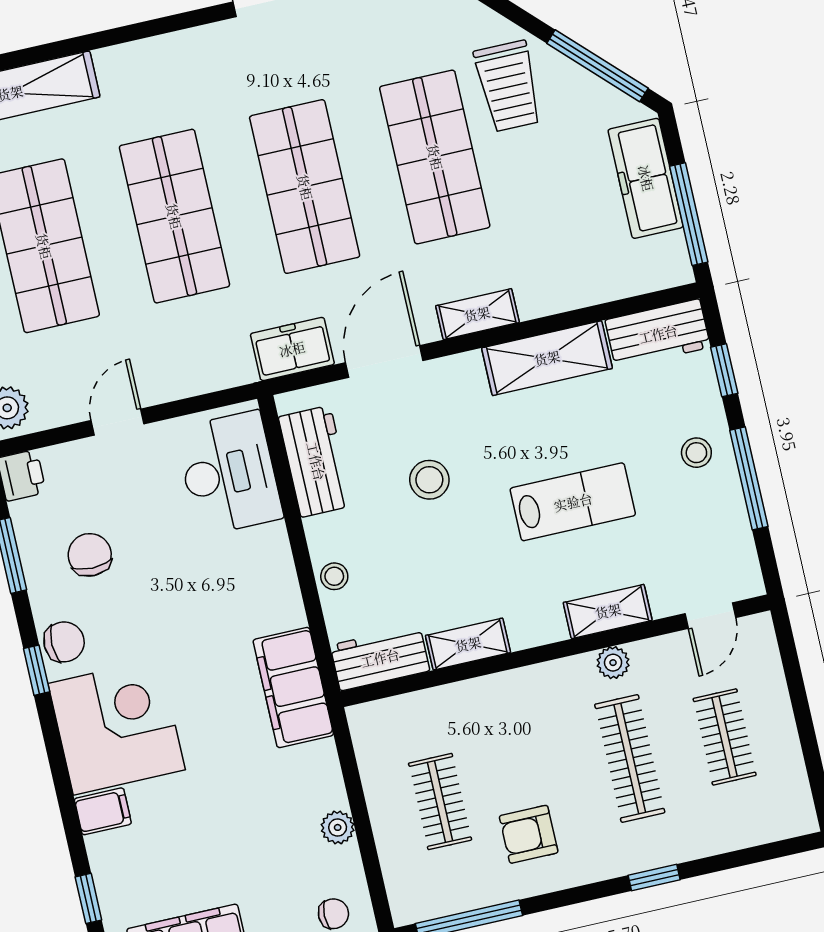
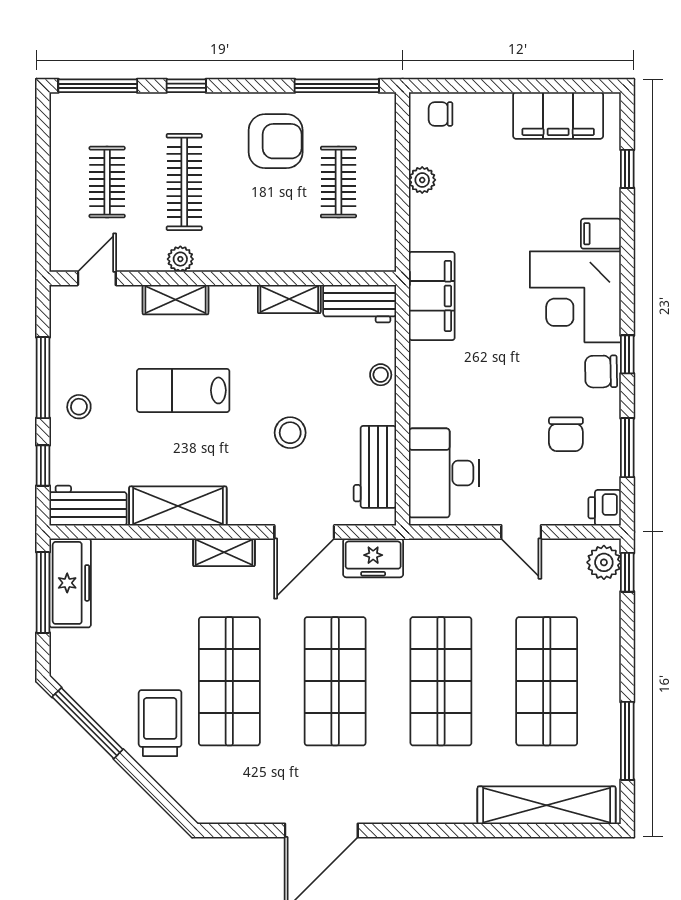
freezer: (646, 178) -> (70, 583), moved
door: (118, 422) -> (521, 532), hinge flipped
armchair: (529, 834) -> (276, 141), width x1.38, depth x1.38
window: (763, 853) -> (98, 86), added

